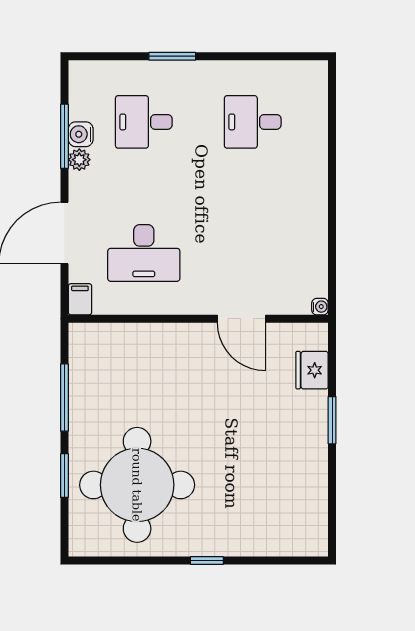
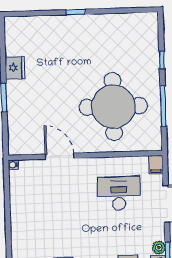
fridge: (312, 370) -> (15, 68), moved
window: (64, 476) -> (162, 60), width x0.67
round table: (137, 485) -> (113, 107), moved

